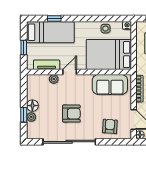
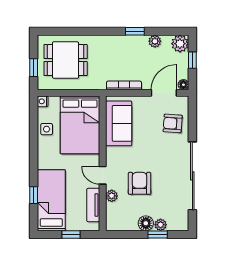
armchair: (71, 114) -> (140, 183), moved

